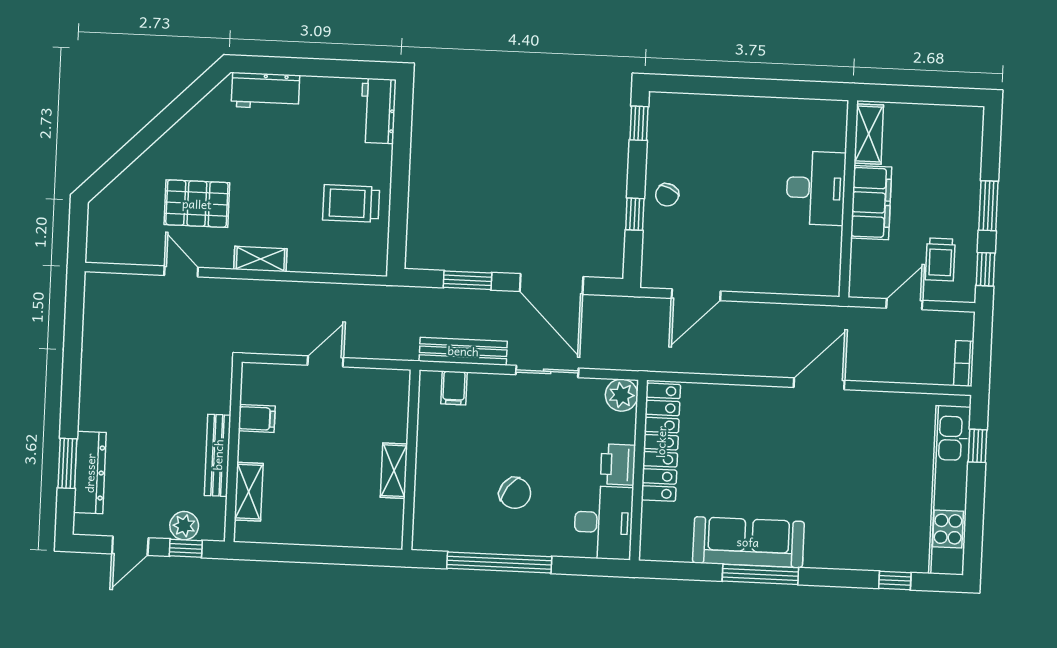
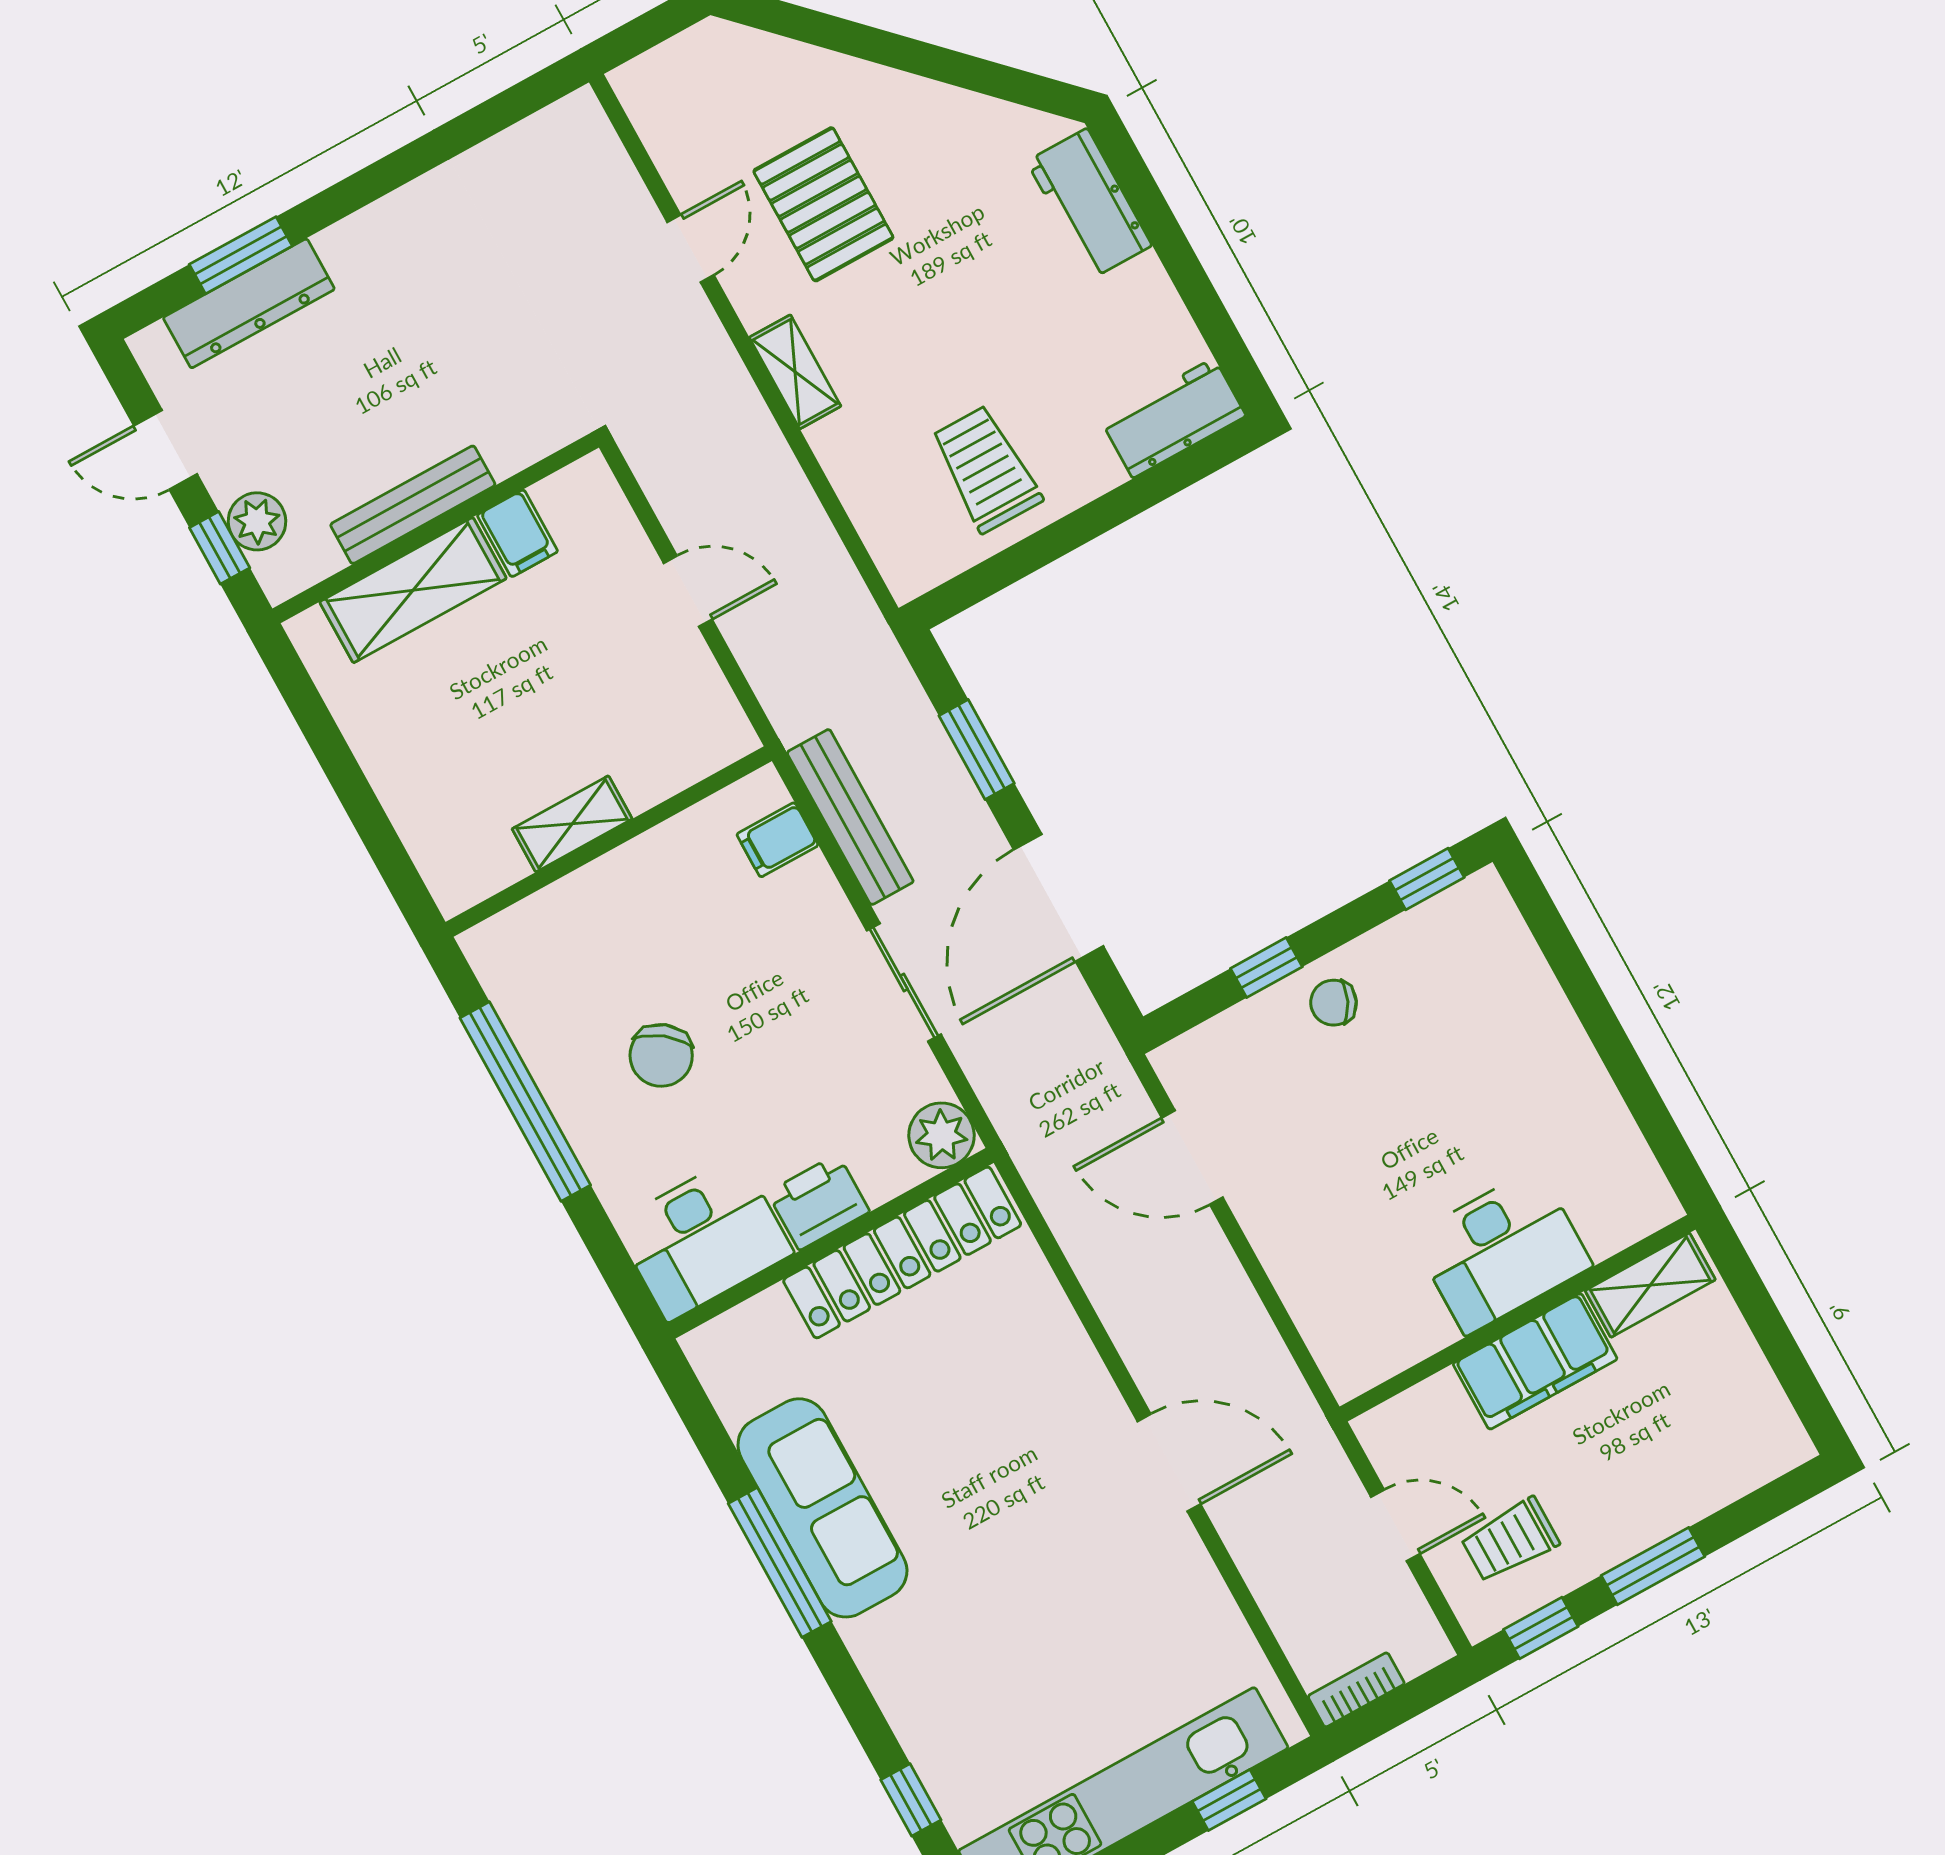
shelving: (249, 492) -> (413, 590), width x1.50, depth x1.33

